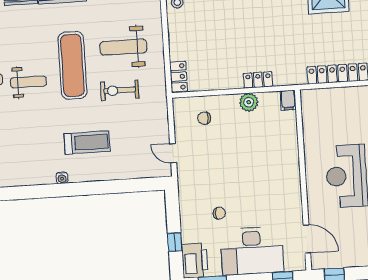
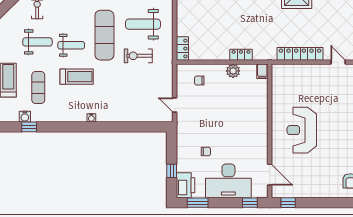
treadmill: (87, 142) -> (77, 77), moved

